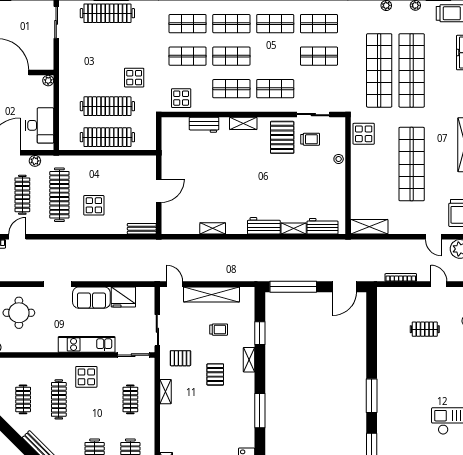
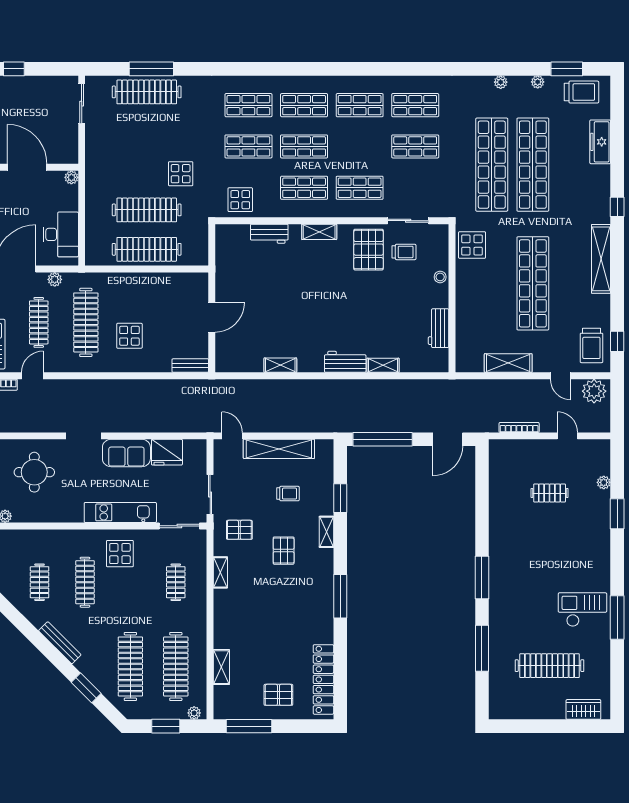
workbench: (323, 226) -> (439, 328), moved, turned -90
shelving: (369, 227) -> (508, 363), moved

